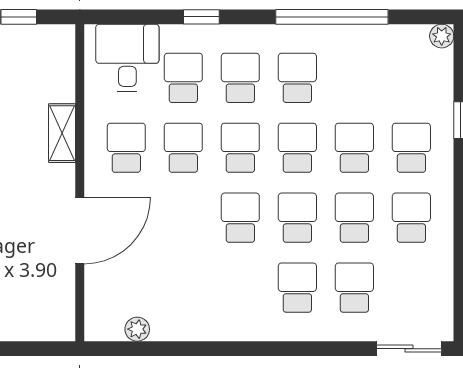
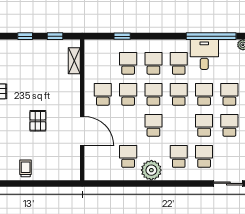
window: (201, 17) -> (122, 36), moved
window: (332, 17) -> (211, 36), moved
desk: (127, 58) -> (204, 54), moved
shelving: (62, 133) -> (74, 61), moved
school desk: (297, 218) -> (128, 156), moved
door: (80, 231) -> (82, 131), hinge flipped
plant: (137, 329) -> (151, 170), moved, width x1.88, depth x1.88

